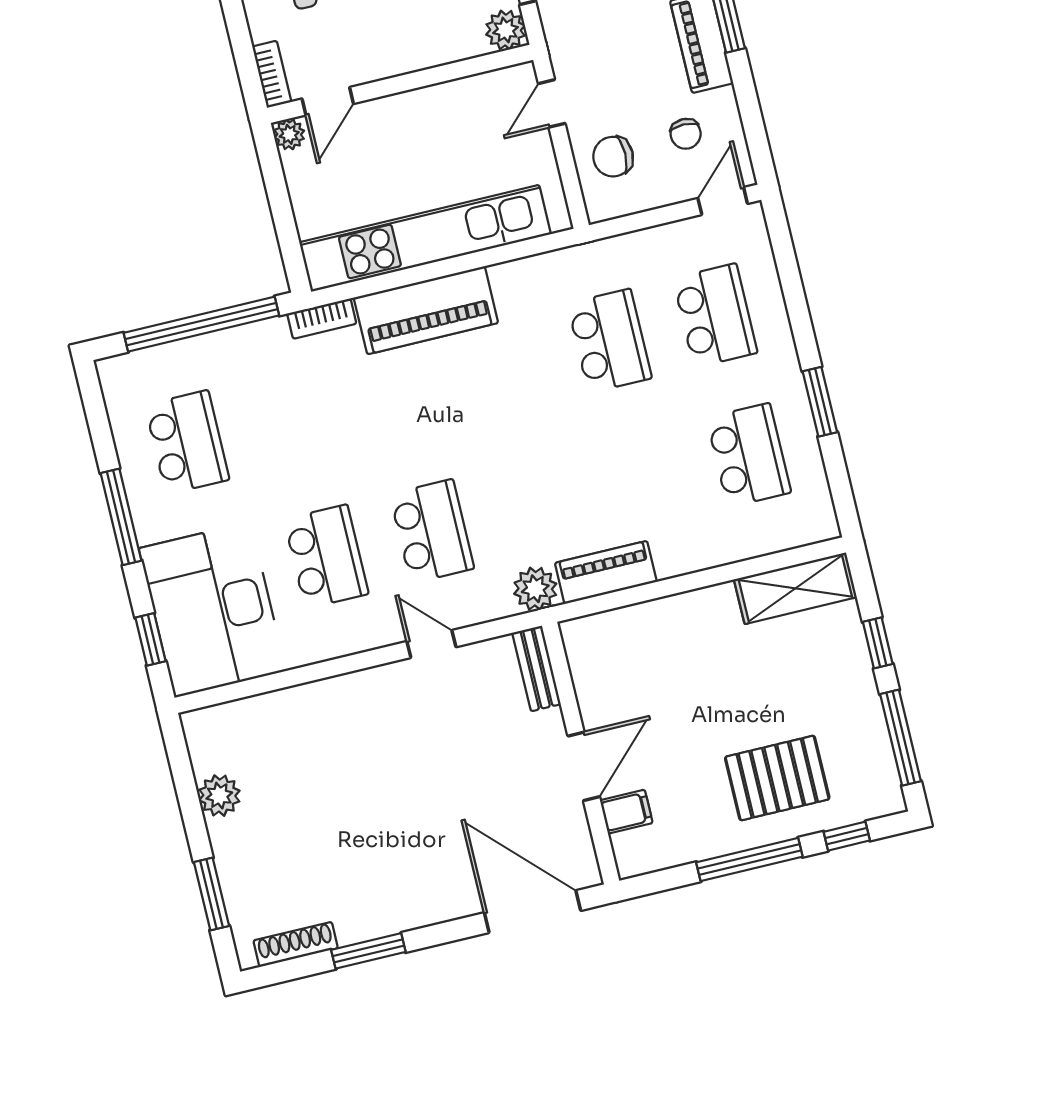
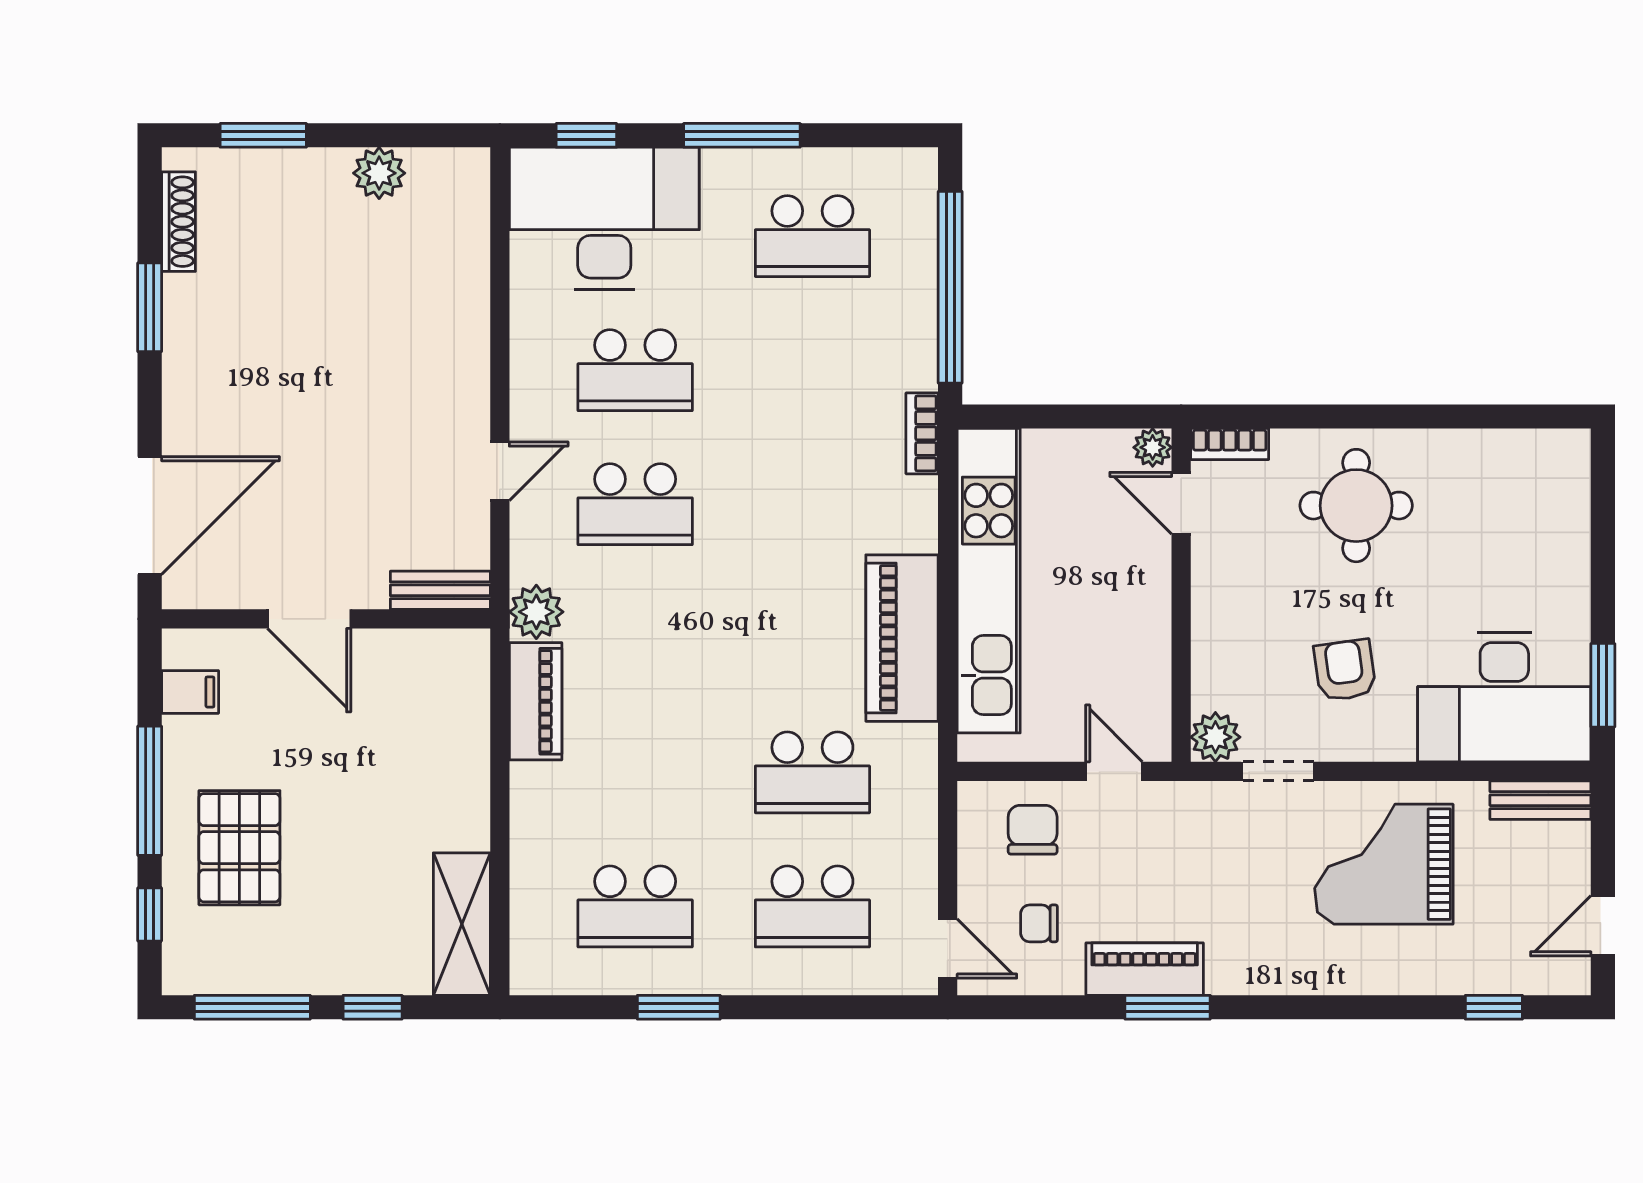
piano: (426, 310) -> (902, 638), moved
filing cabinet: (626, 812) -> (190, 692), moved, turned -90

